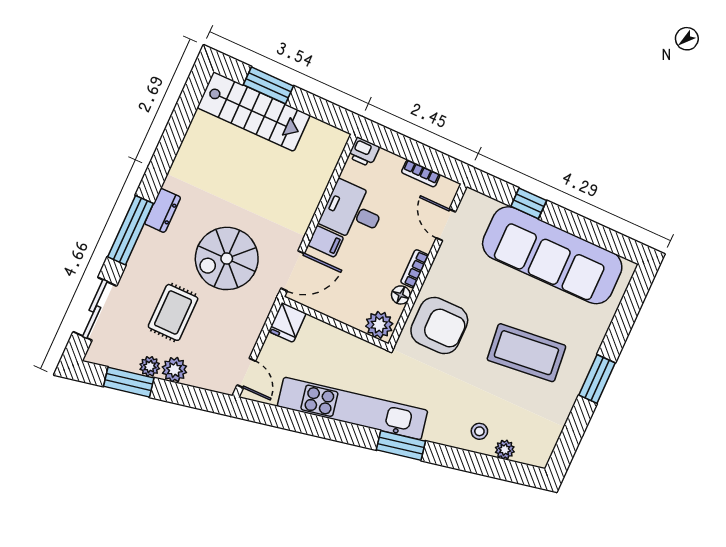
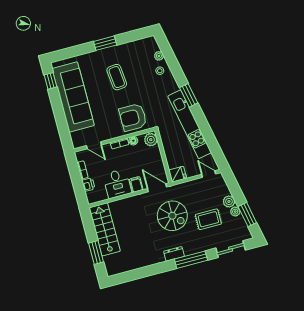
stairs: (254, 111) -> (105, 229), moved
printer: (364, 152) -> (88, 185), moved
window: (529, 203) -> (50, 81), moved
door: (446, 225) -> (94, 145), hinge flipped
armchair: (439, 325) -> (133, 117), turned -90
coffee table: (526, 353) -> (117, 77), width x0.73, depth x0.76
door: (246, 373) -> (209, 174), hinge flipped

